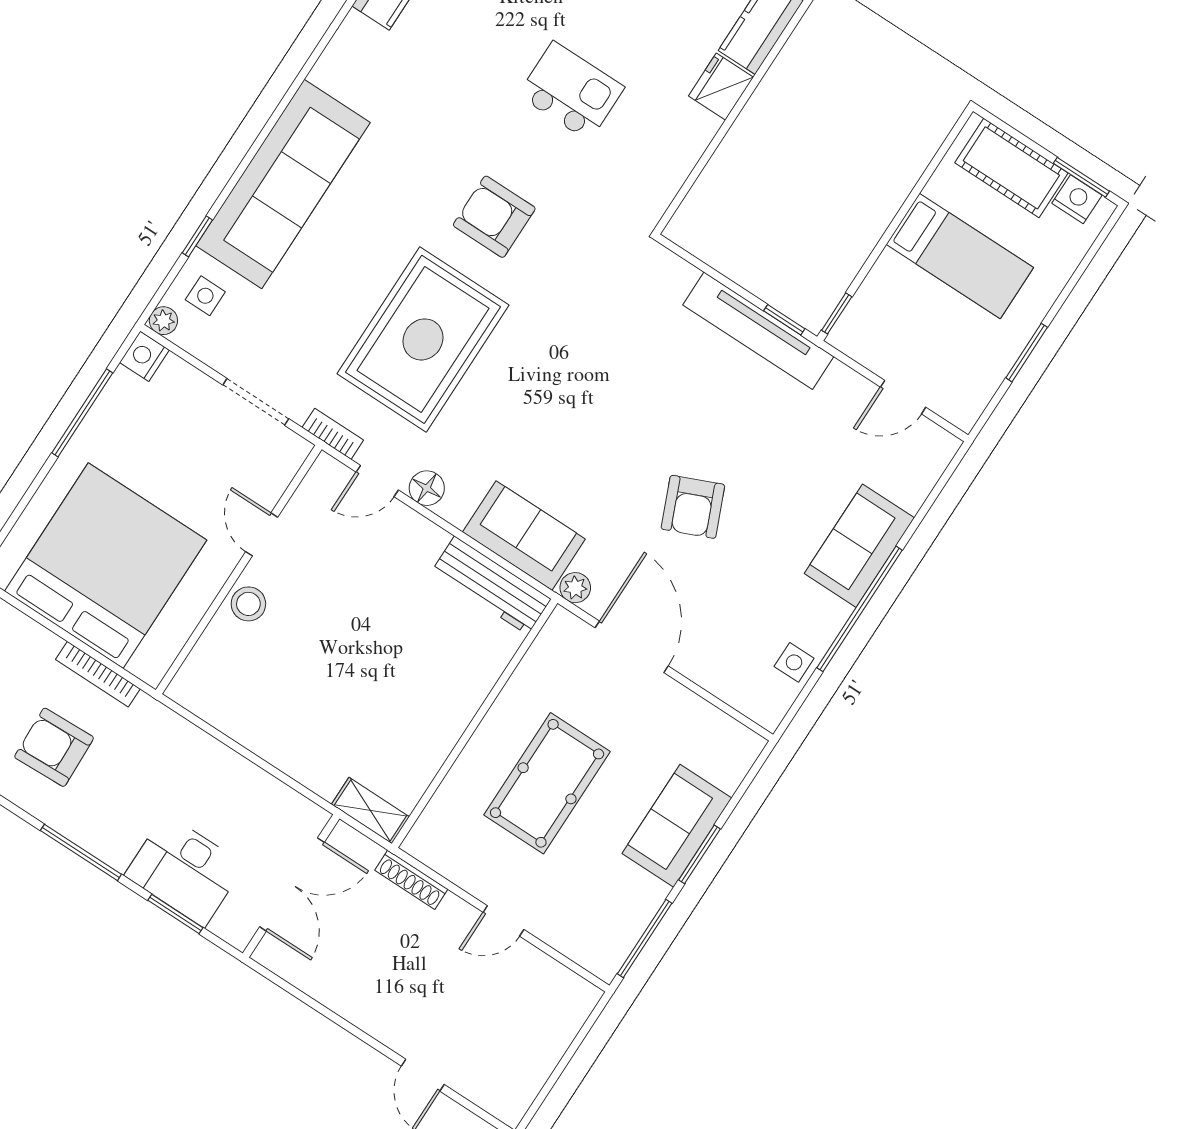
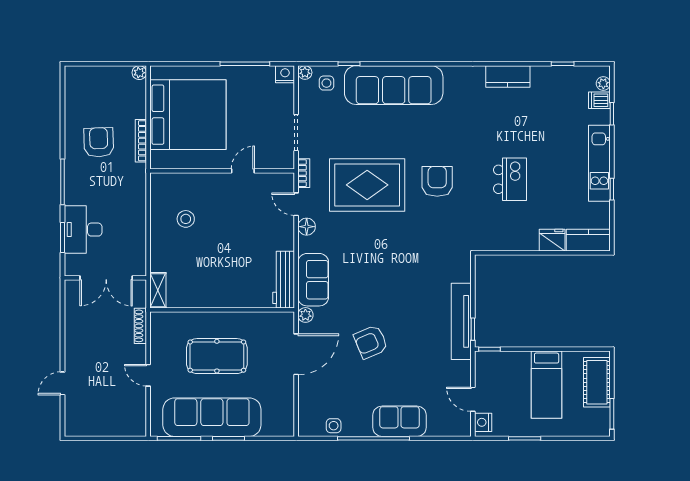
nightstand: (1077, 199) -> (483, 422), moved, turned 180
stool: (248, 604) -> (186, 219), moved
sofa: (677, 826) -> (212, 417), width x1.85, depth x1.27

